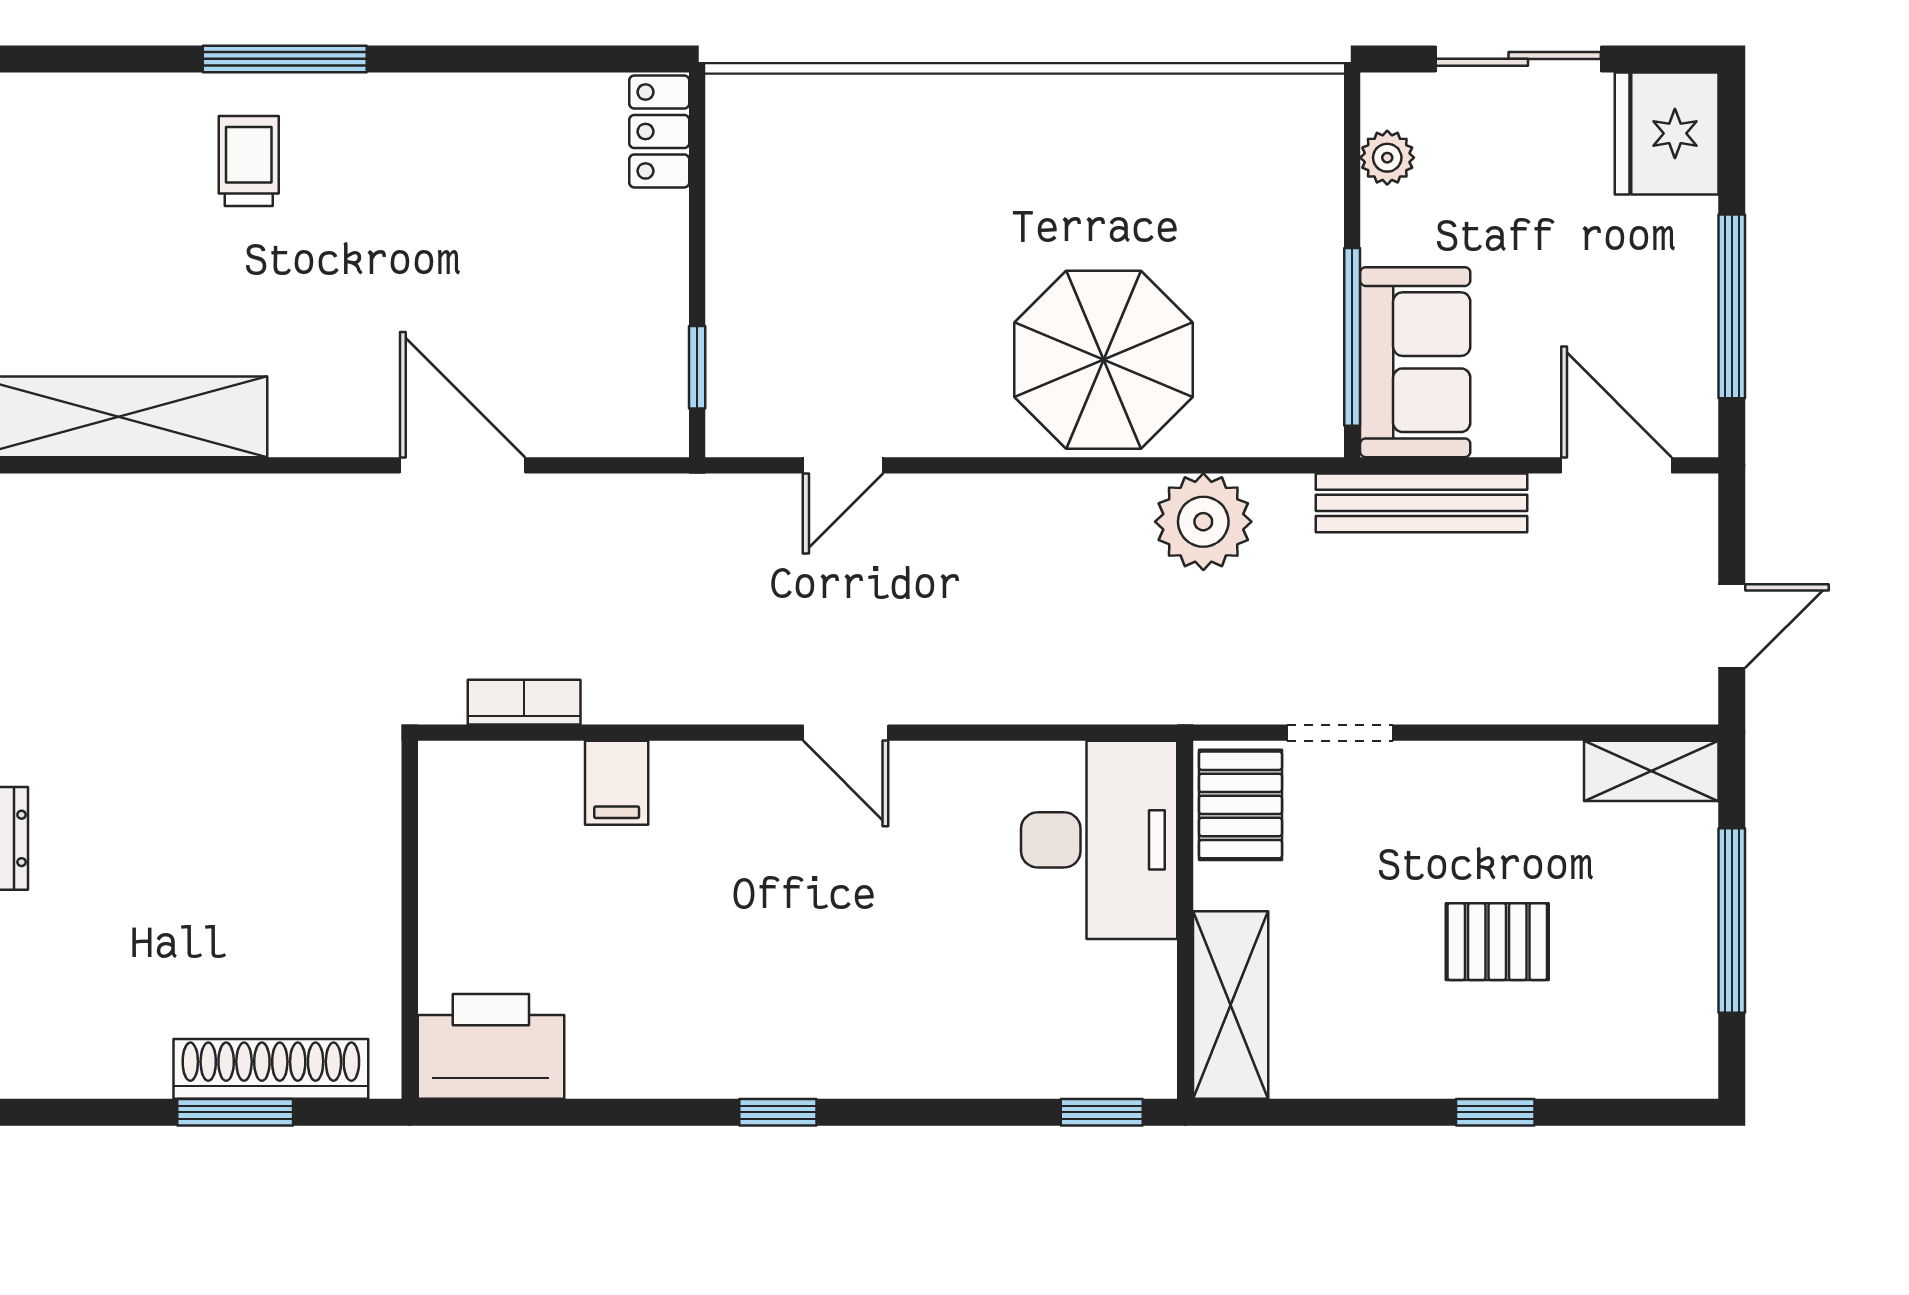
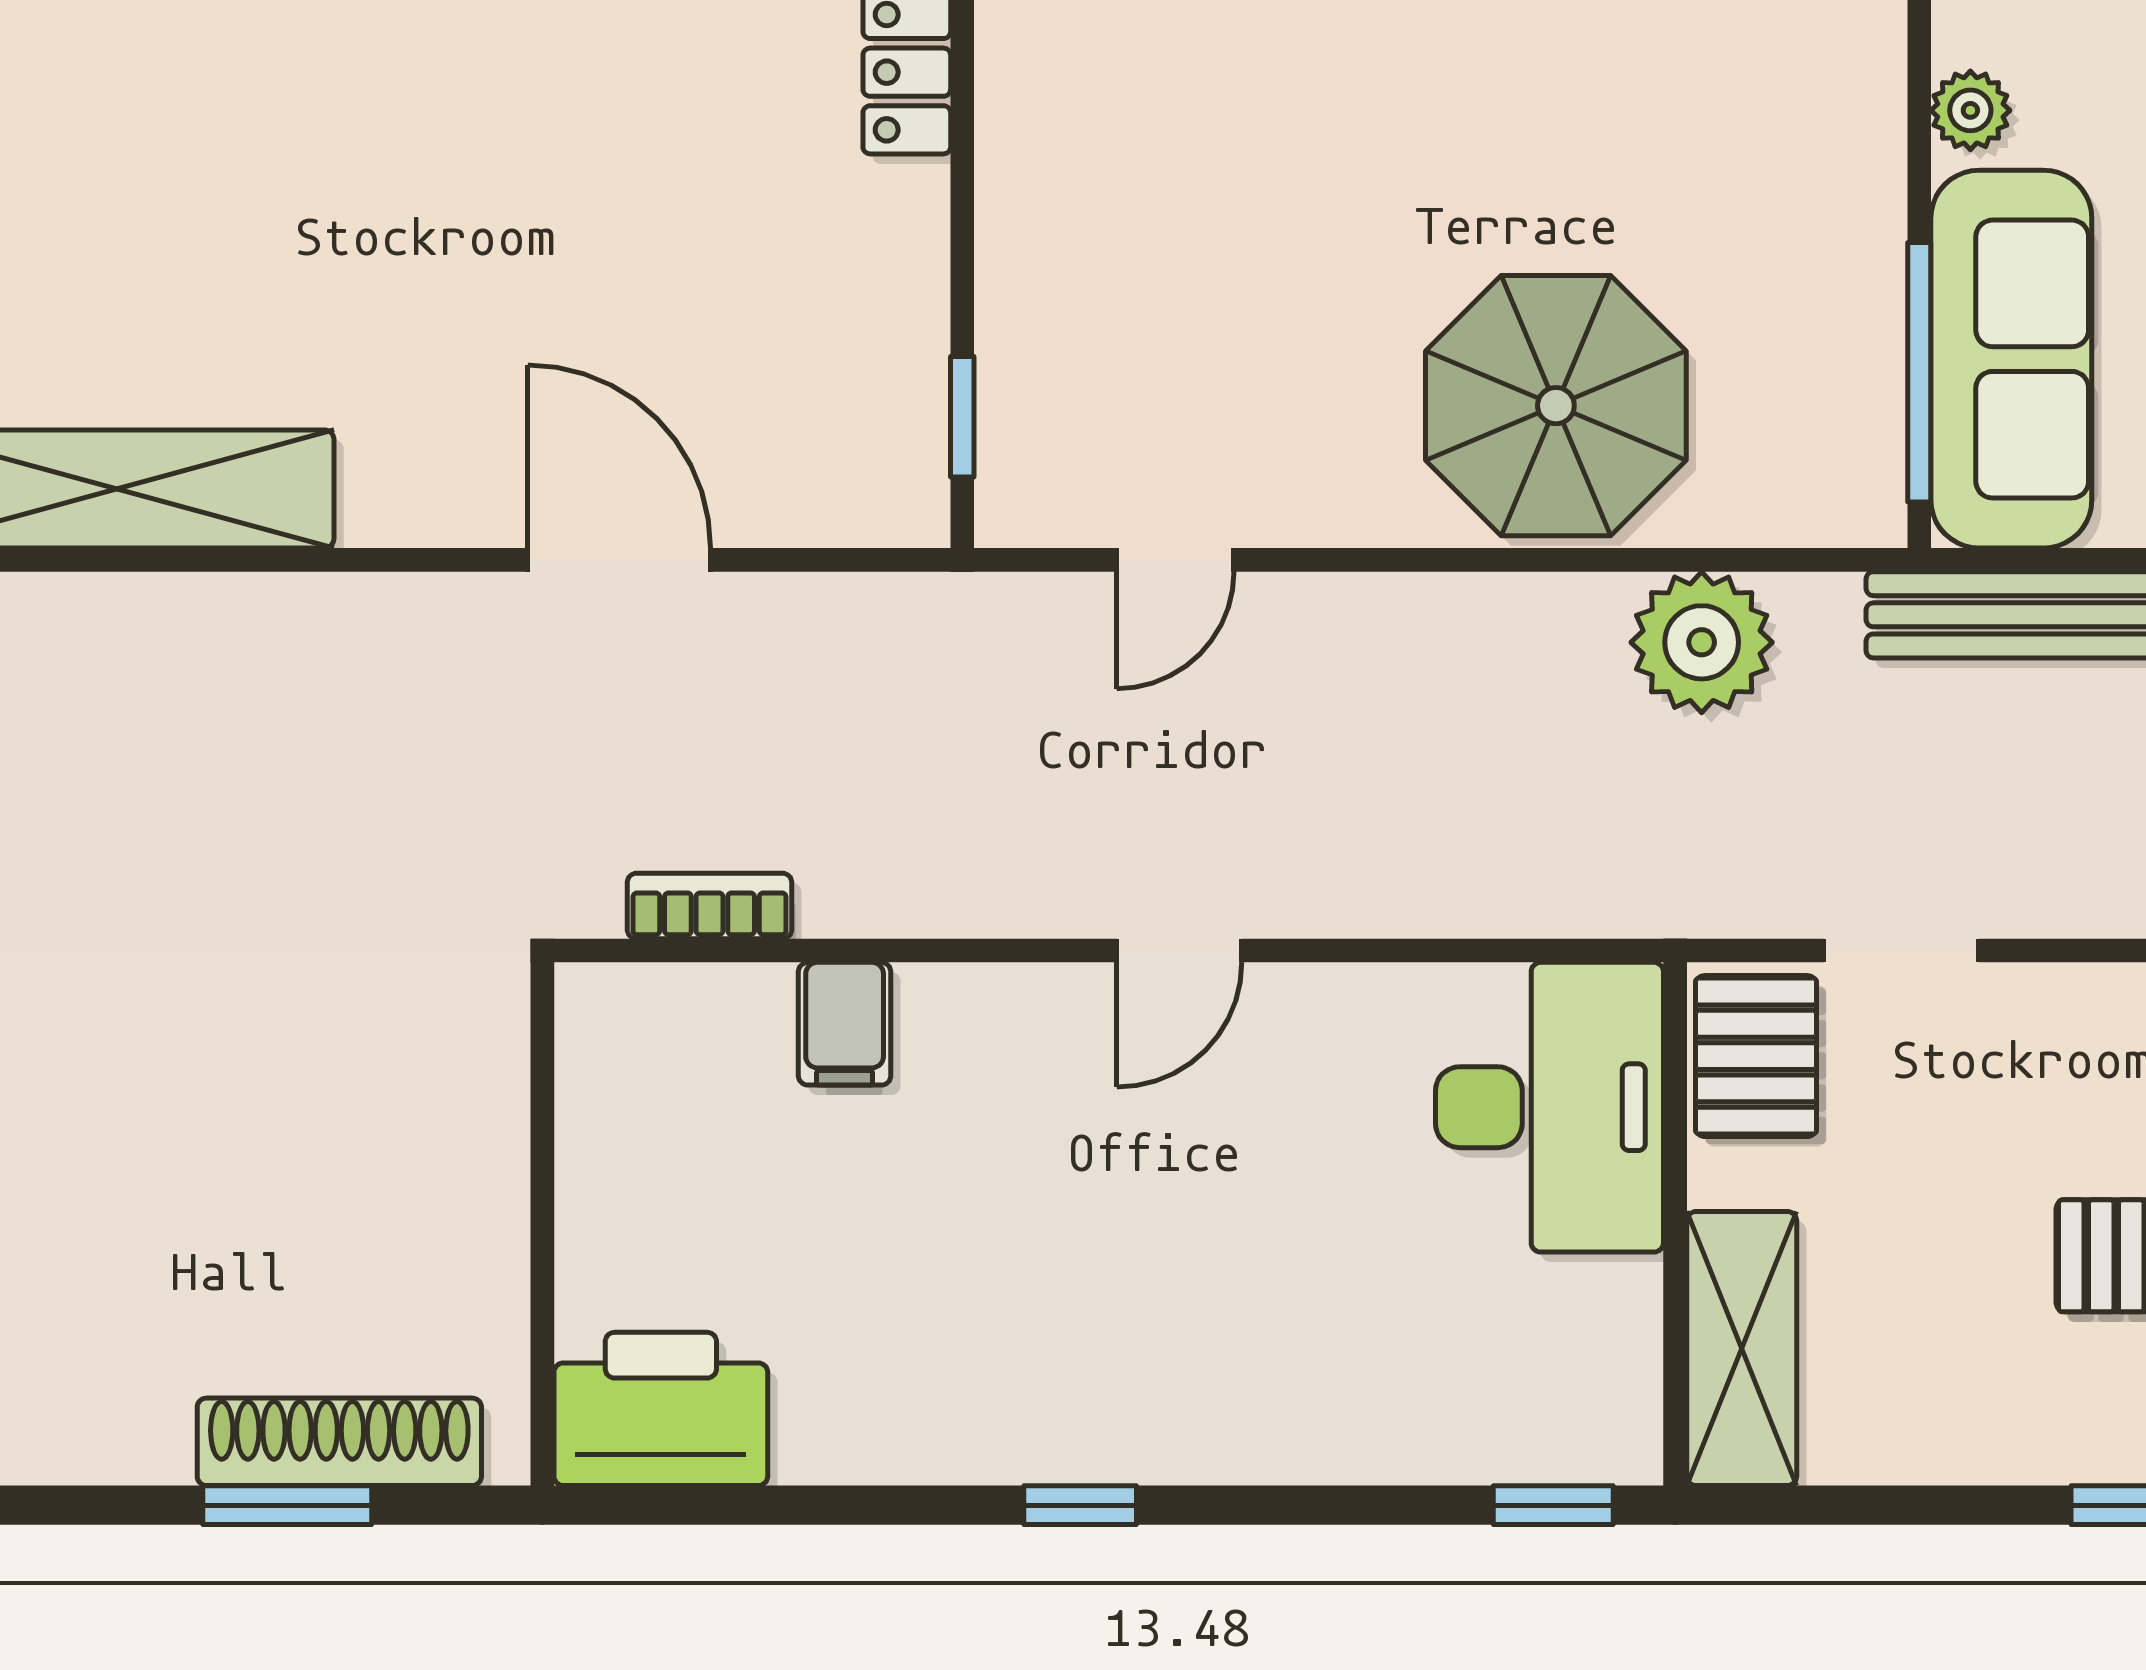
trolley: (249, 161) -> (307, 115), removed
sofa: (1415, 362) -> (2011, 359), width x1.36
door: (846, 733) -> (1179, 951), hinge flipped

